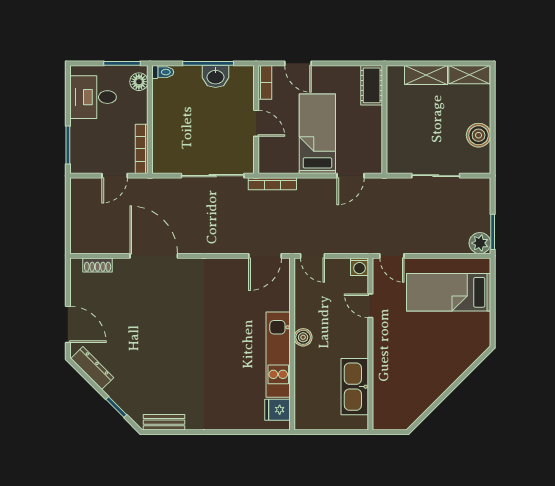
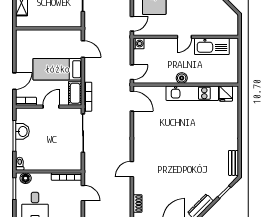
cot: (372, 85) -> (75, 93), moved, turned 90
door: (154, 256) -> (132, 169), width x0.53
door: (370, 306) -> (184, 37), moved

